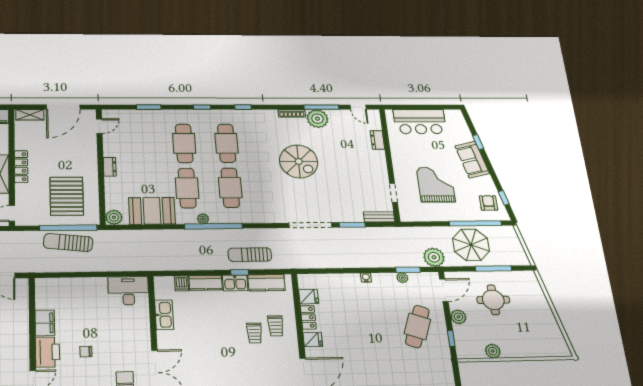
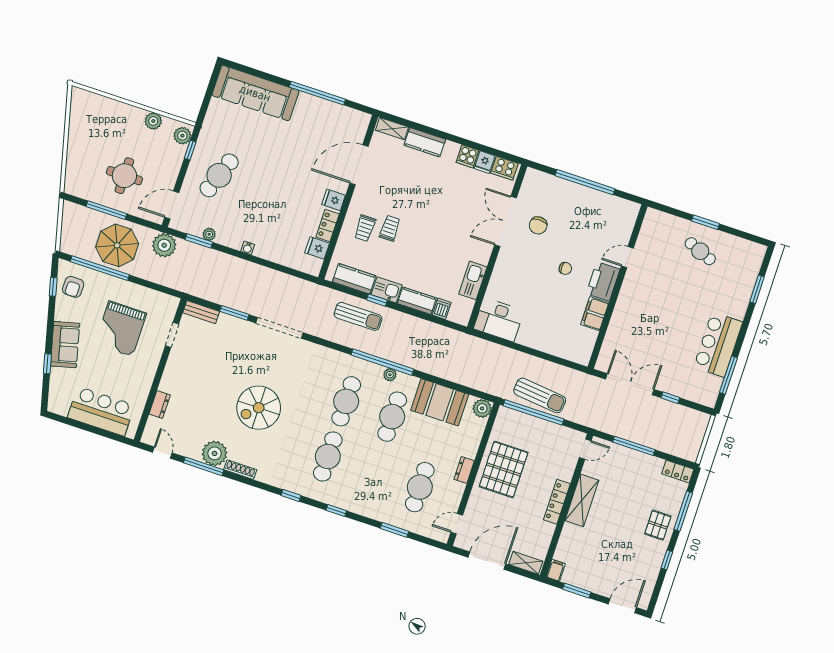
cafe table: (184, 143) -> (420, 487), moved
spiral stairs: (299, 161) -> (259, 408), turned -90
pallet: (67, 196) -> (504, 469), moved
plant: (458, 317) -> (182, 136), moved
trolley: (276, 326) -> (365, 228), turned 180

